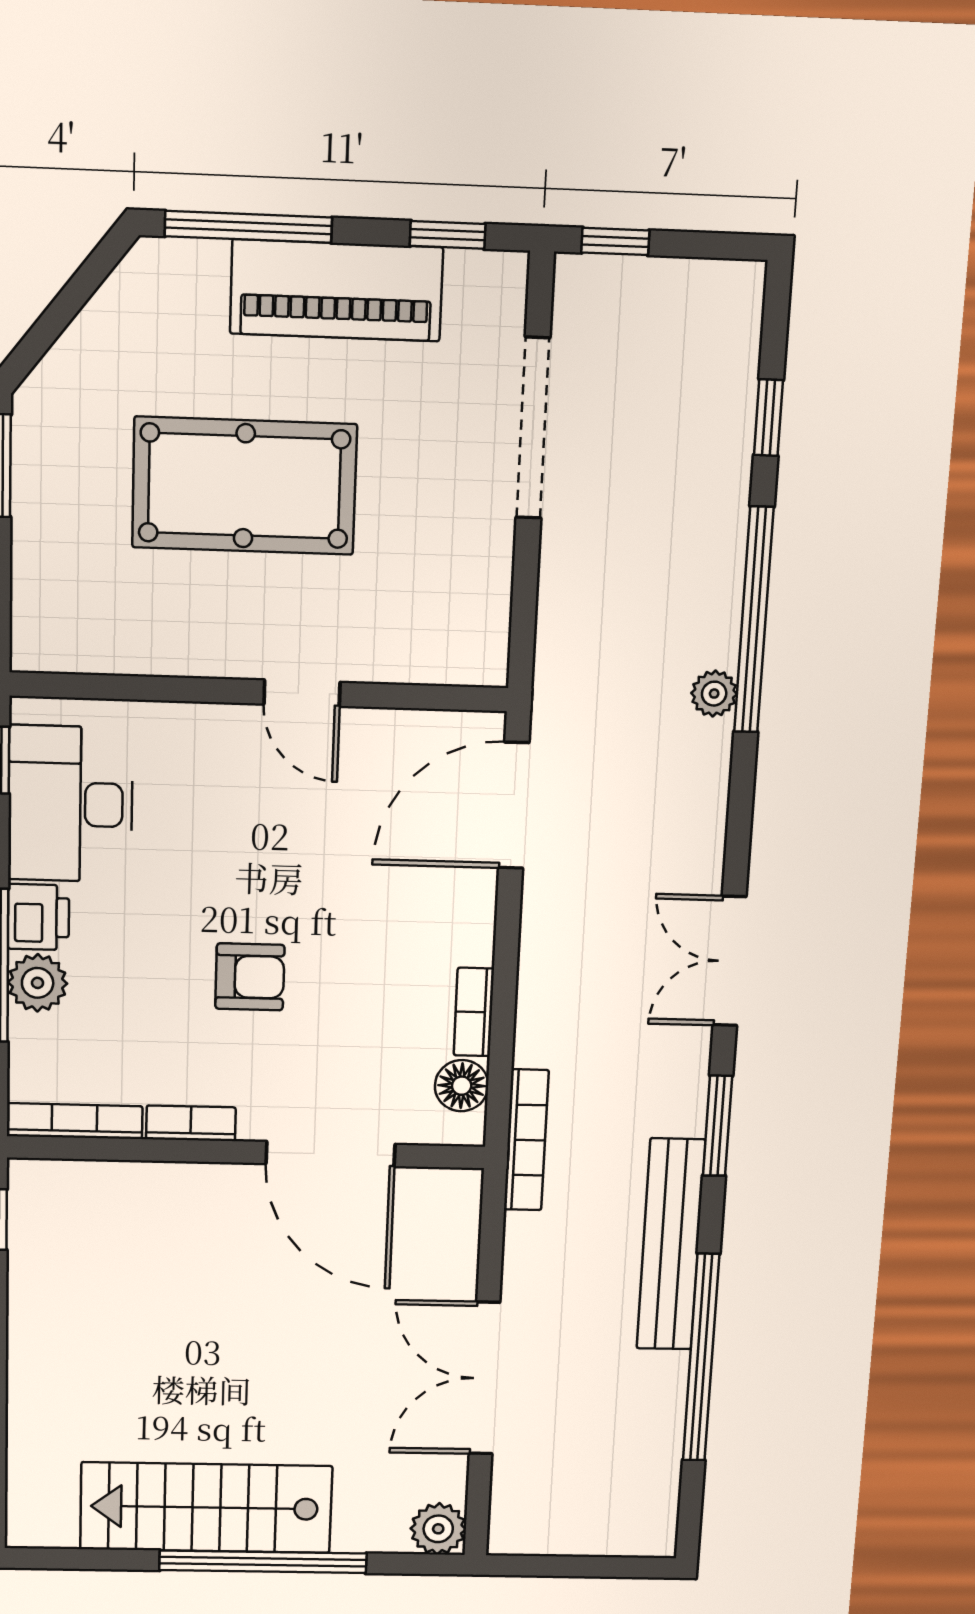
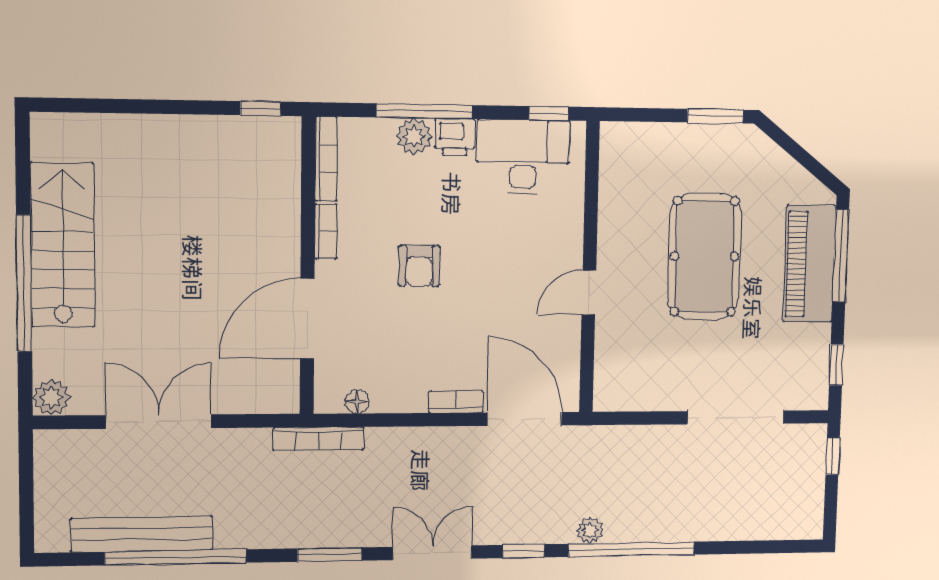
piano: (336, 290) -> (810, 264), moved
window: (768, 418) -> (524, 551), moved
bookcase: (474, 1012) -> (456, 402), moved
floor lamp: (462, 1086) -> (357, 402), width x0.73, depth x0.73
bench: (671, 1245) -> (142, 534), moved

